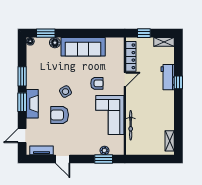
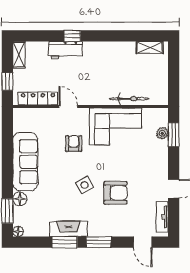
fireplace: (32, 104) -> (69, 229), moved
armchair: (60, 115) -> (115, 193), turned -90

